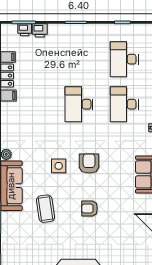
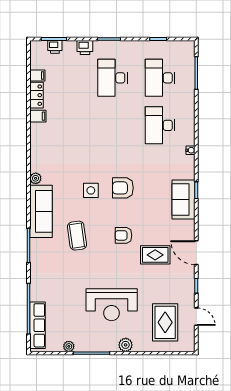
printer: (40, 30) -> (85, 47), moved
desk: (79, 104) -> (112, 78), moved
armchair: (89, 163) -> (123, 188), turned -90
rug: (120, 227) -> (155, 255), added

